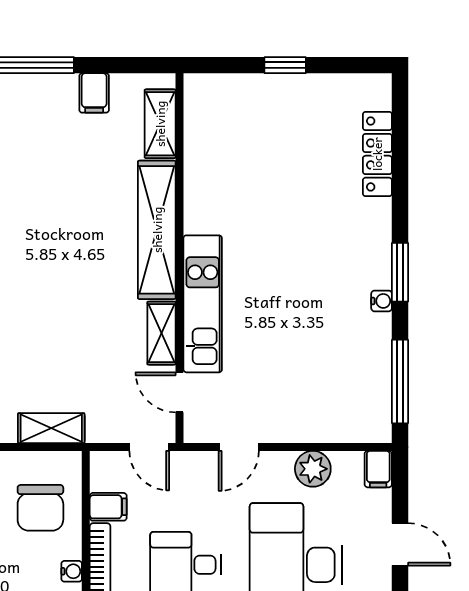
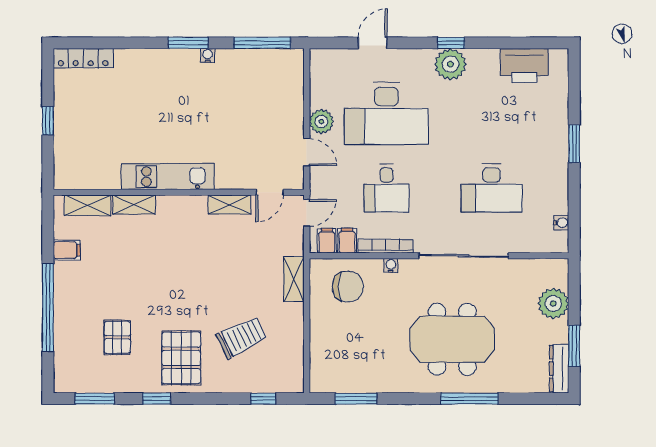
locker: (377, 154) -> (83, 58), moved
shelving: (157, 230) -> (134, 205), width x0.45, depth x0.75
kitchen unit: (203, 304) -> (168, 177), moved
plant: (313, 469) -> (321, 121), moved
filing cabinet: (378, 469) -> (327, 241), moved, turned -90

